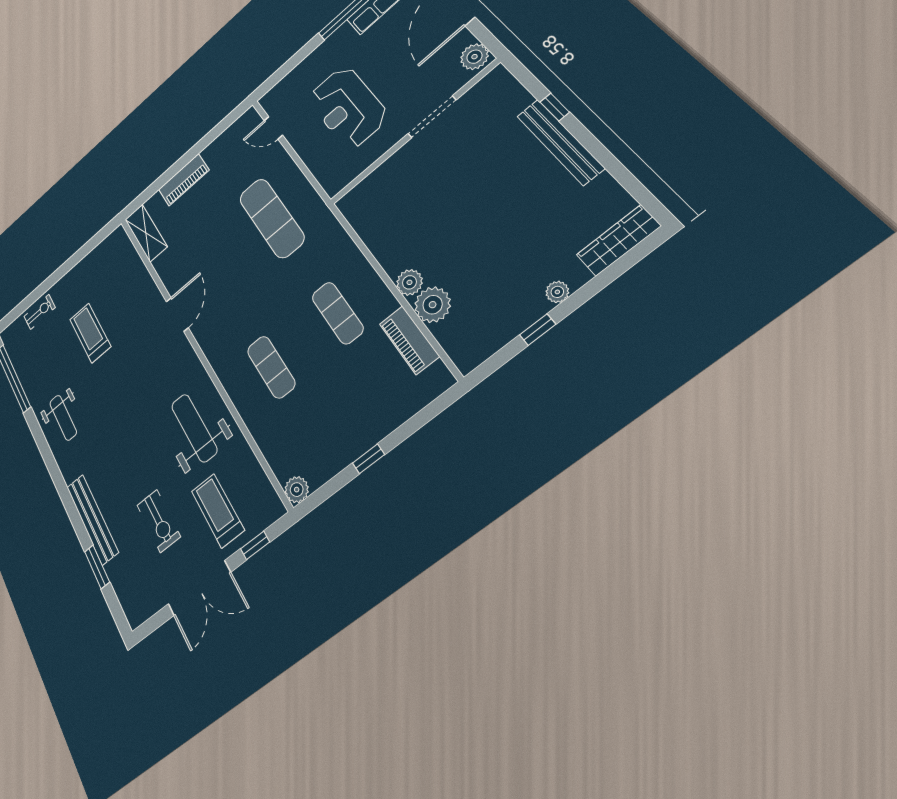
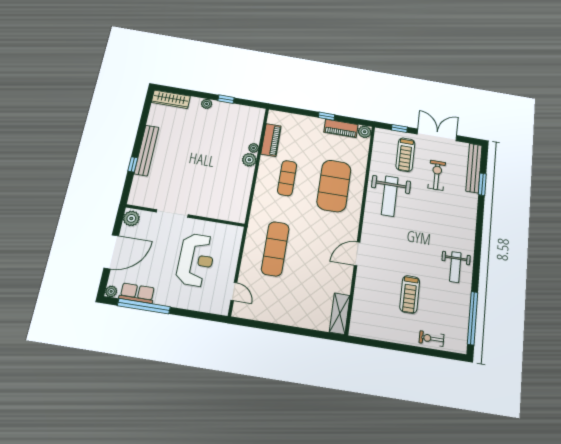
piano: (184, 180) -> (341, 128), moved, turned 180
plant: (433, 305) -> (254, 148), width x0.53, depth x0.53
exercise mat: (271, 367) -> (334, 186), width x2.00, depth x1.45
weight bench: (63, 418) -> (455, 267), turned 180
bench: (92, 519) -> (474, 168), moved

